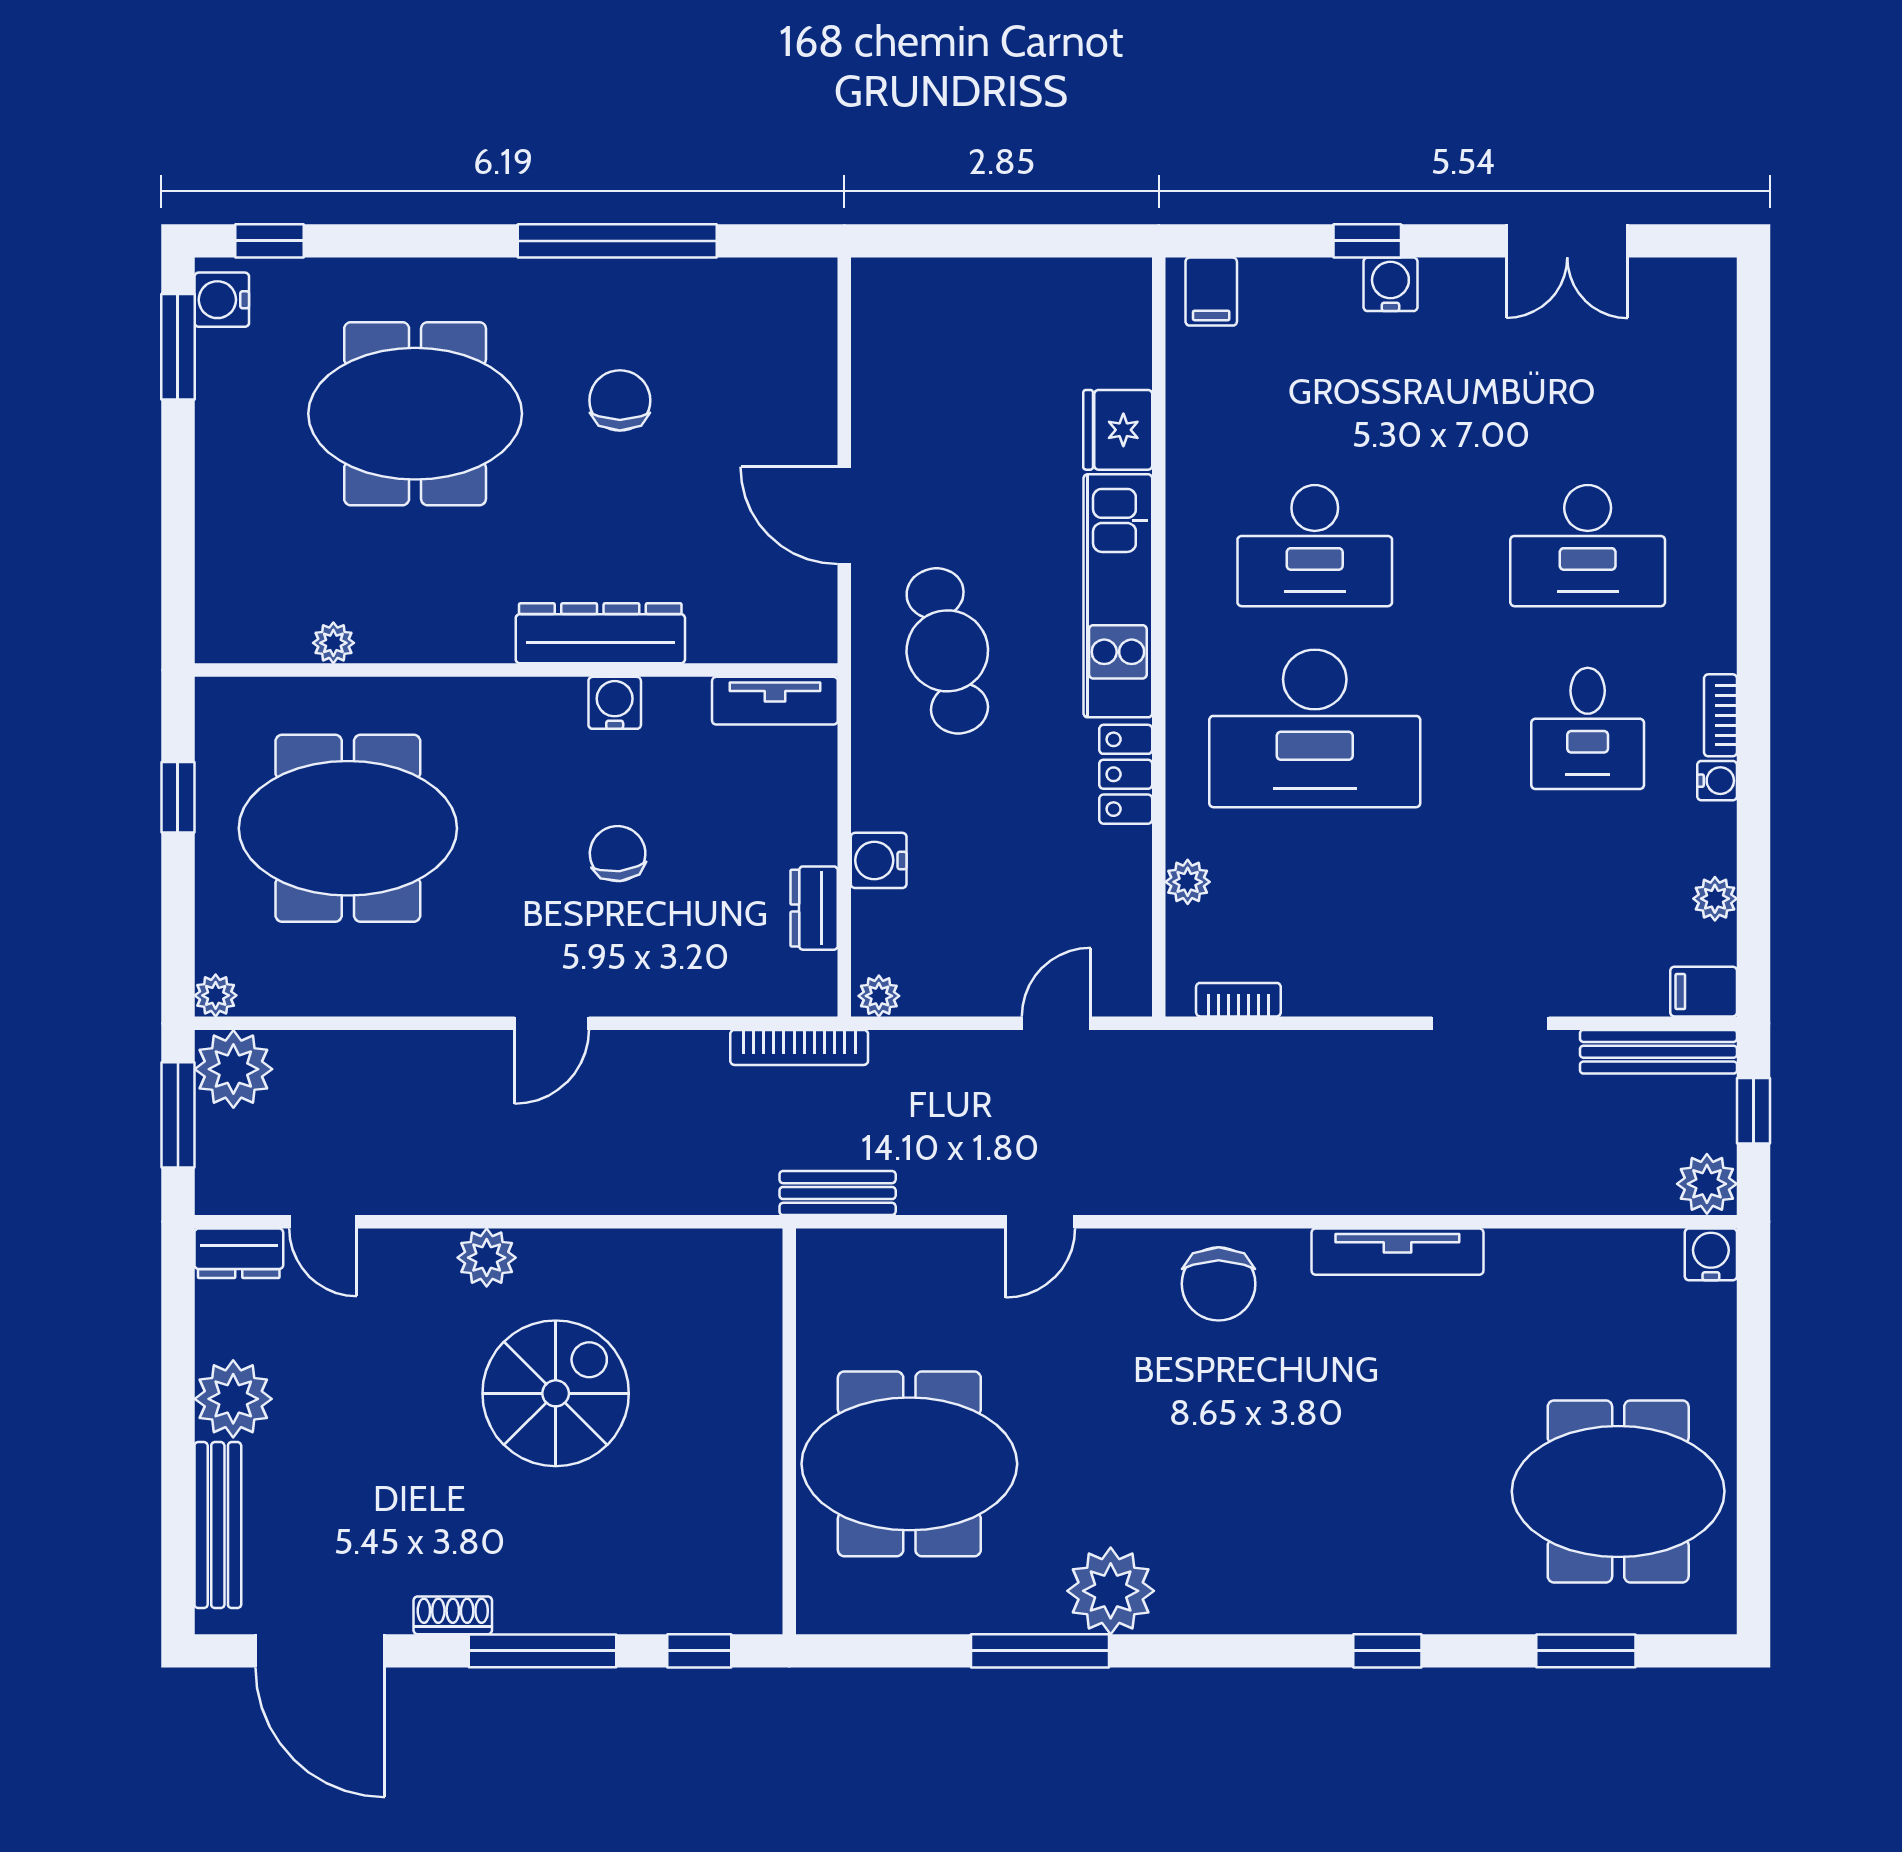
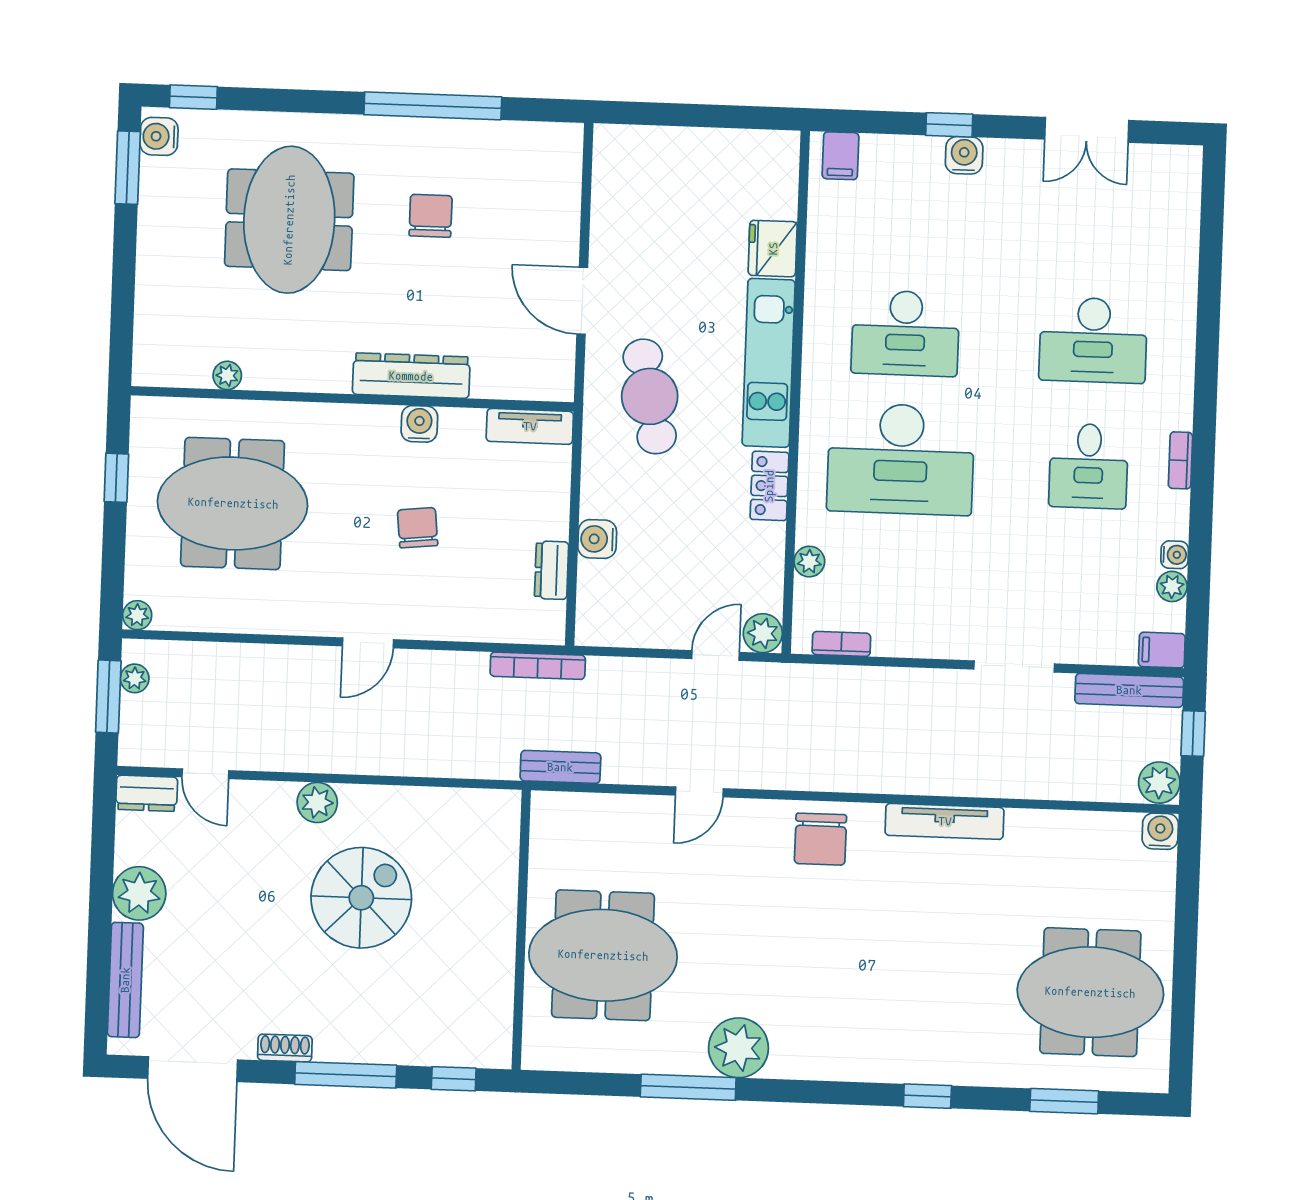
meeting table: (415, 414) -> (289, 220), turned 90
water cooler: (1717, 781) -> (1175, 555), moved
plant: (879, 996) -> (763, 633), moved, width x1.38, depth x1.38
plant: (233, 1069) -> (135, 678), width x0.53, depth x0.53

